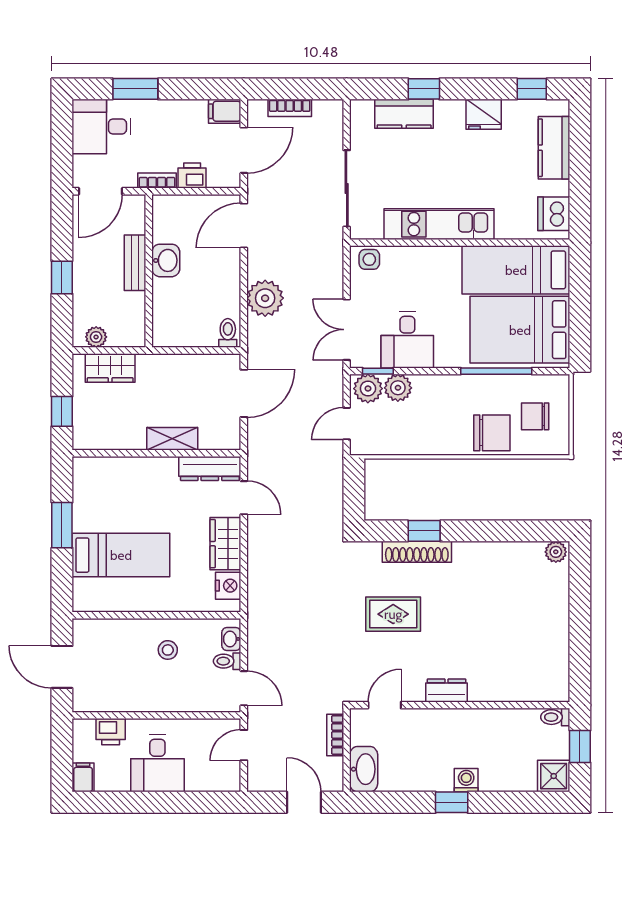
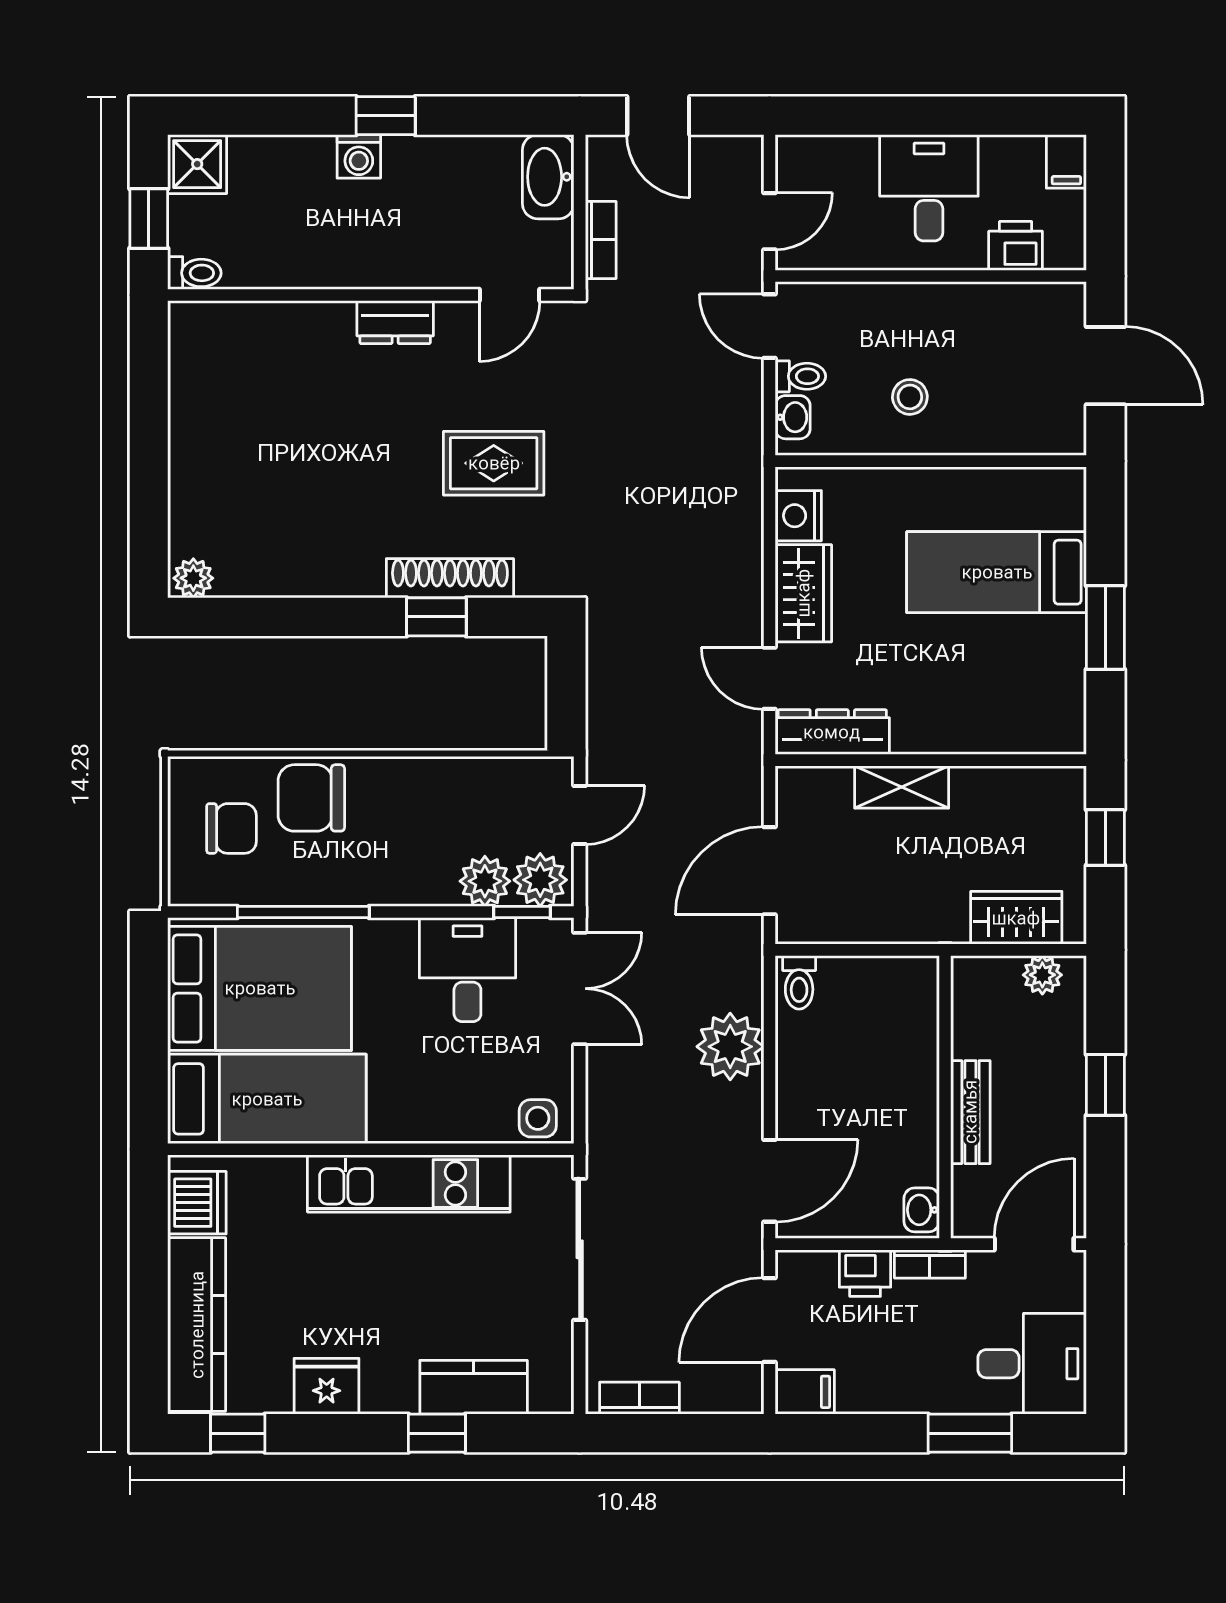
bookcase: (290, 108) -> (639, 1398), moved
kitchen counter: (554, 148) -> (197, 1325), width x1.50
washbasin: (166, 260) -> (922, 1210), moved, width x0.72, depth x0.69

